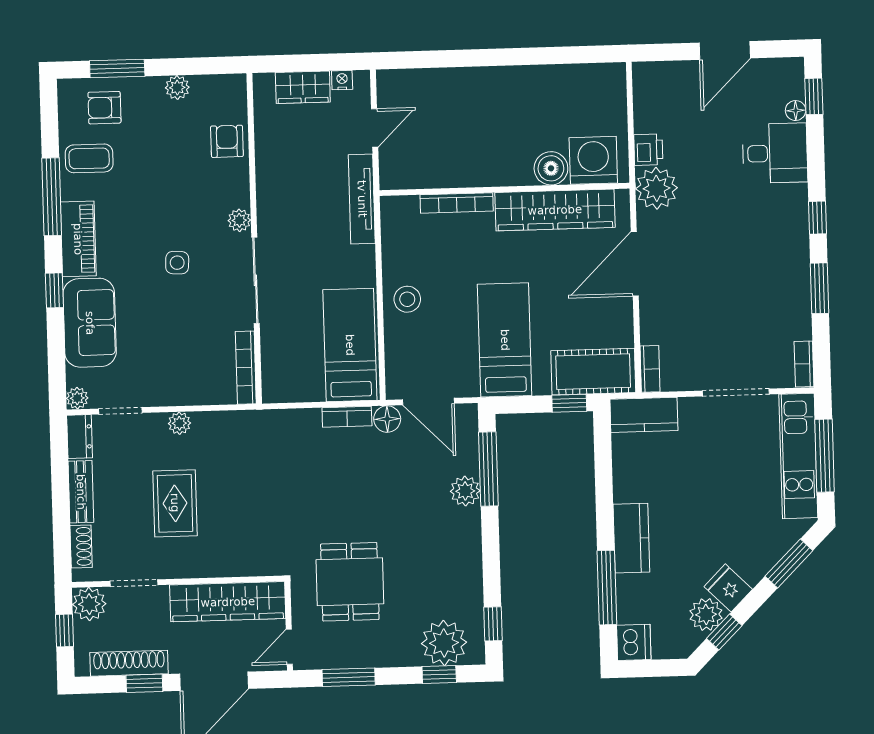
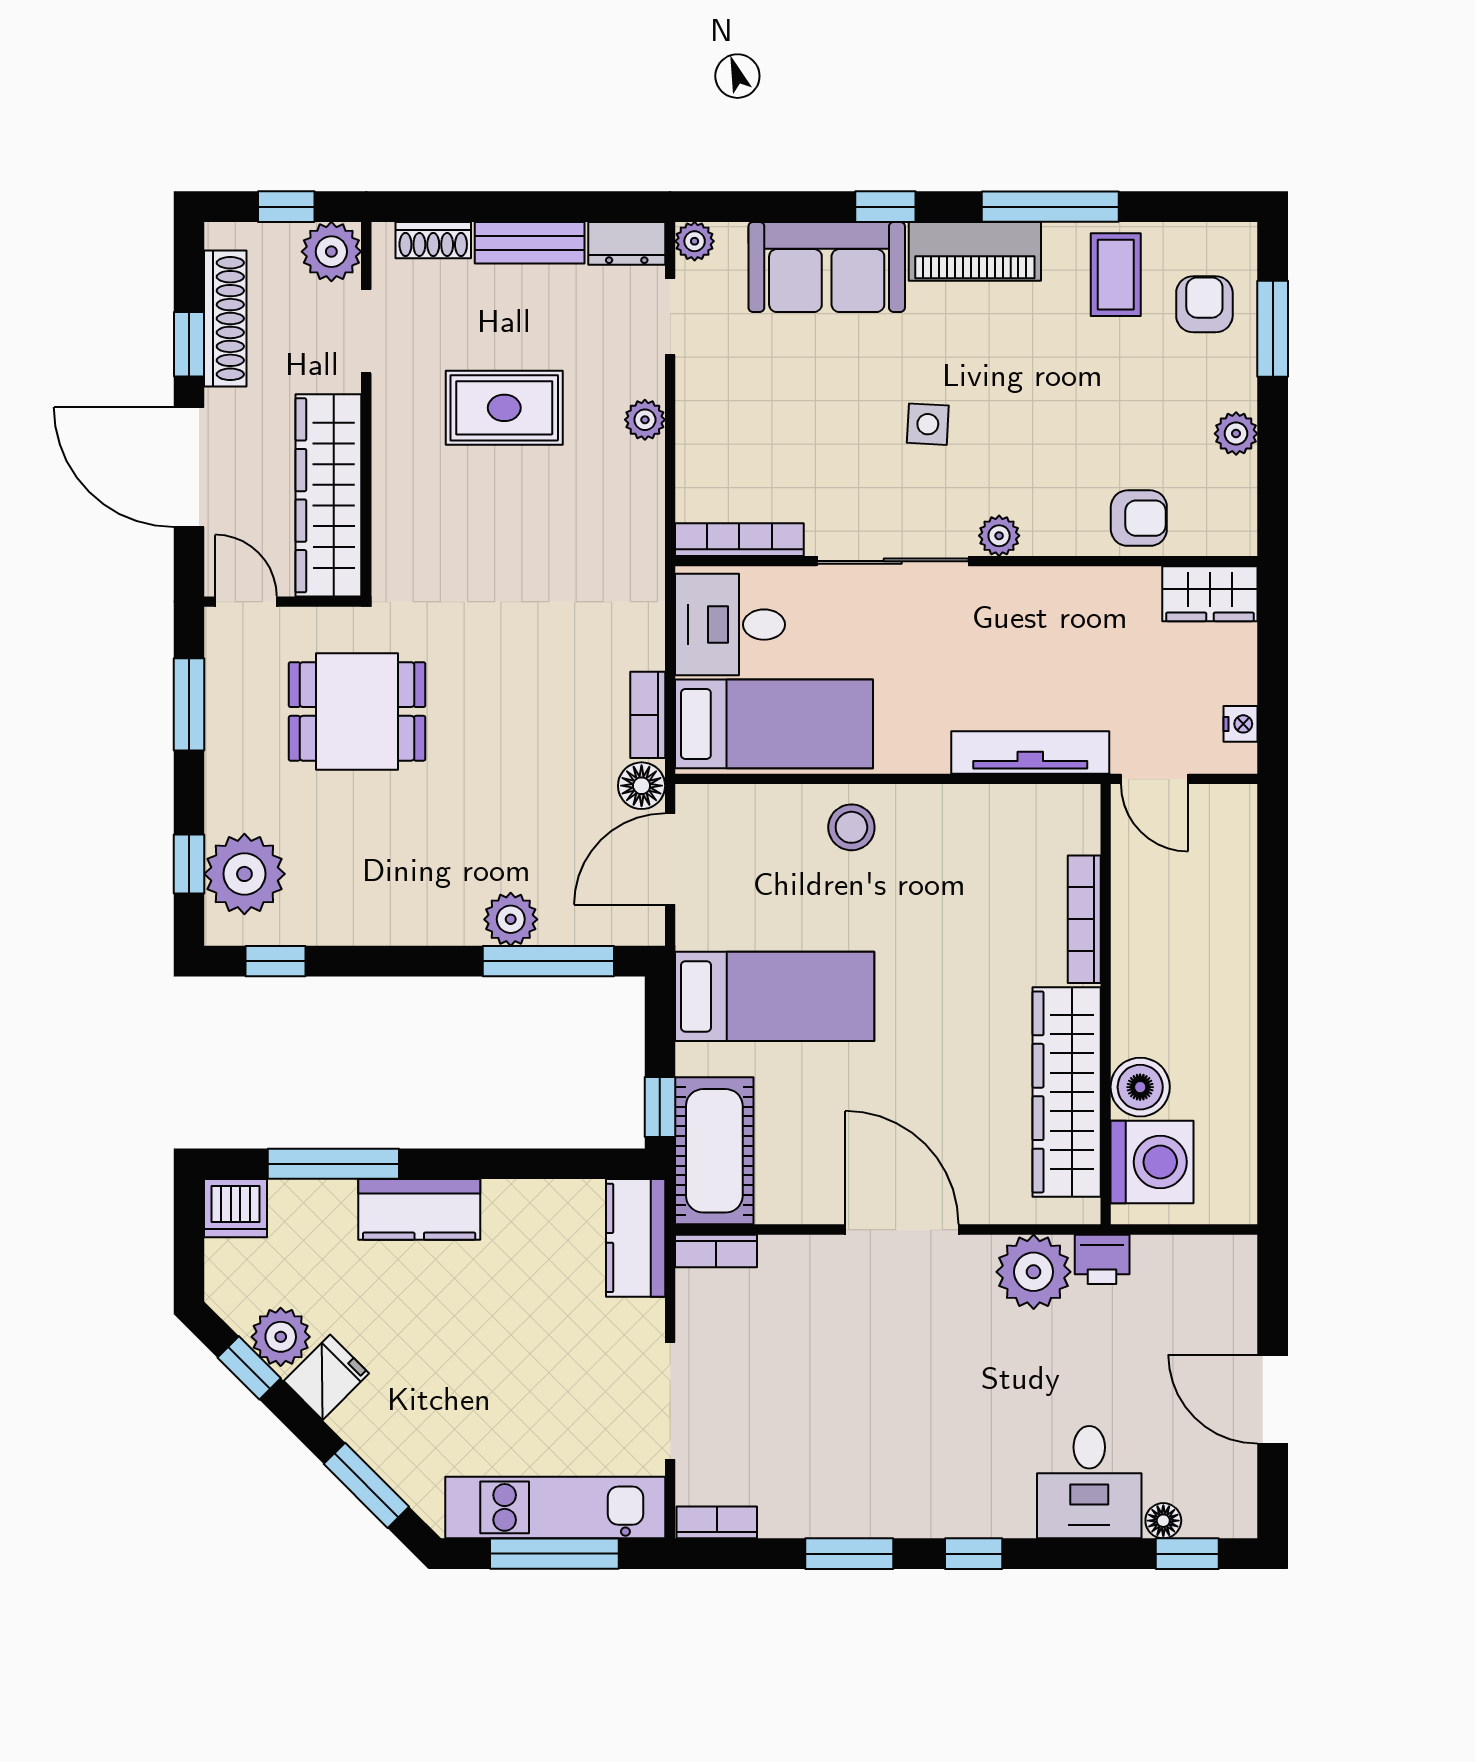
wardrobe: (303, 87) -> (1210, 594), moved, turned -90
washing machine: (593, 160) -> (1152, 1162), moved
boiler: (551, 168) -> (1140, 1087), moved
wall: (504, 189) -> (1106, 1004), moved
bookcase: (457, 203) -> (1084, 919), moved
wardrobe: (555, 210) -> (1067, 1092), moved
desk: (294, 372) -> (730, 625), added

